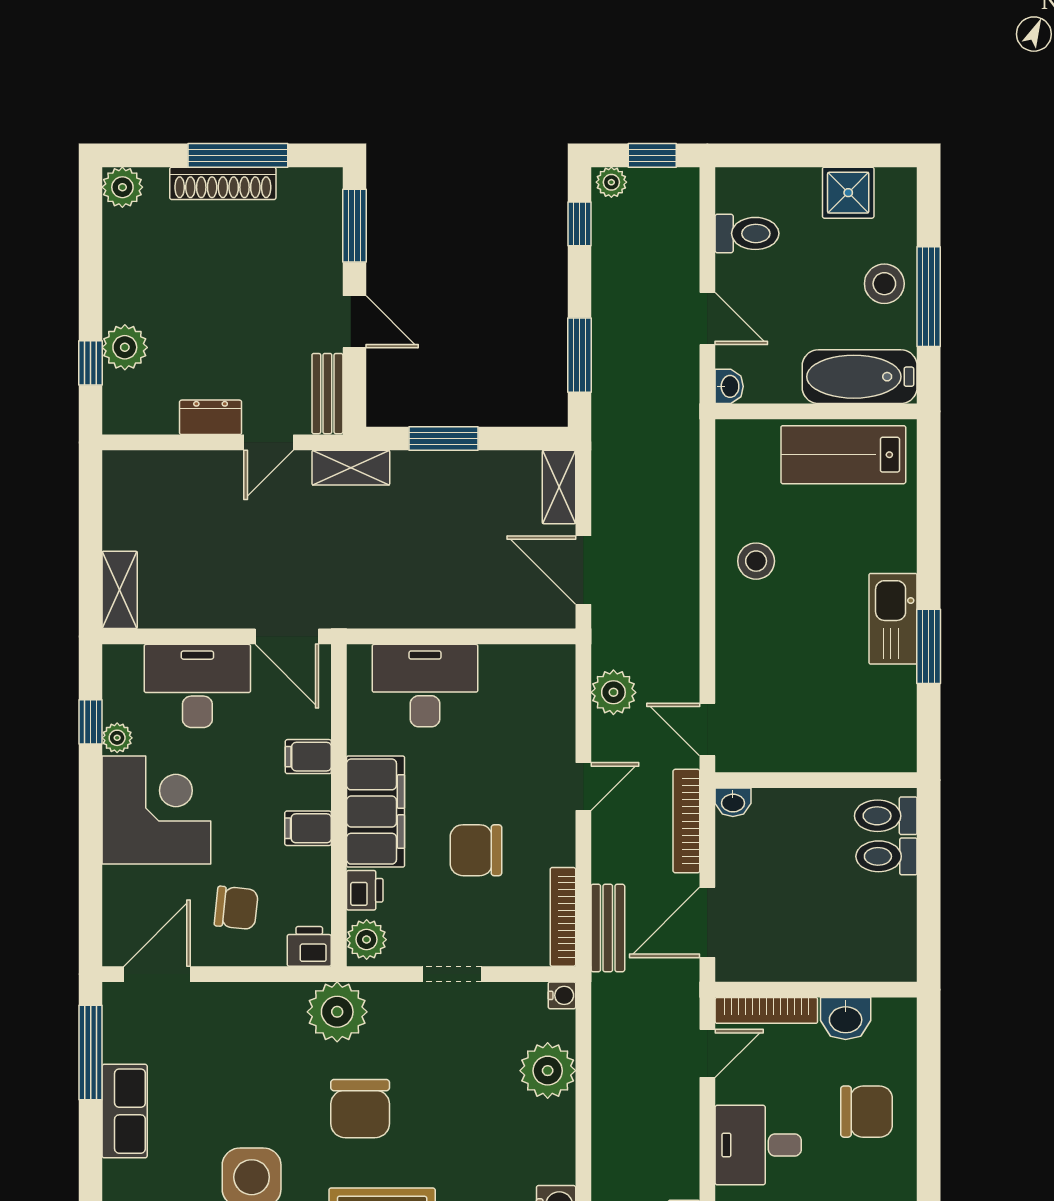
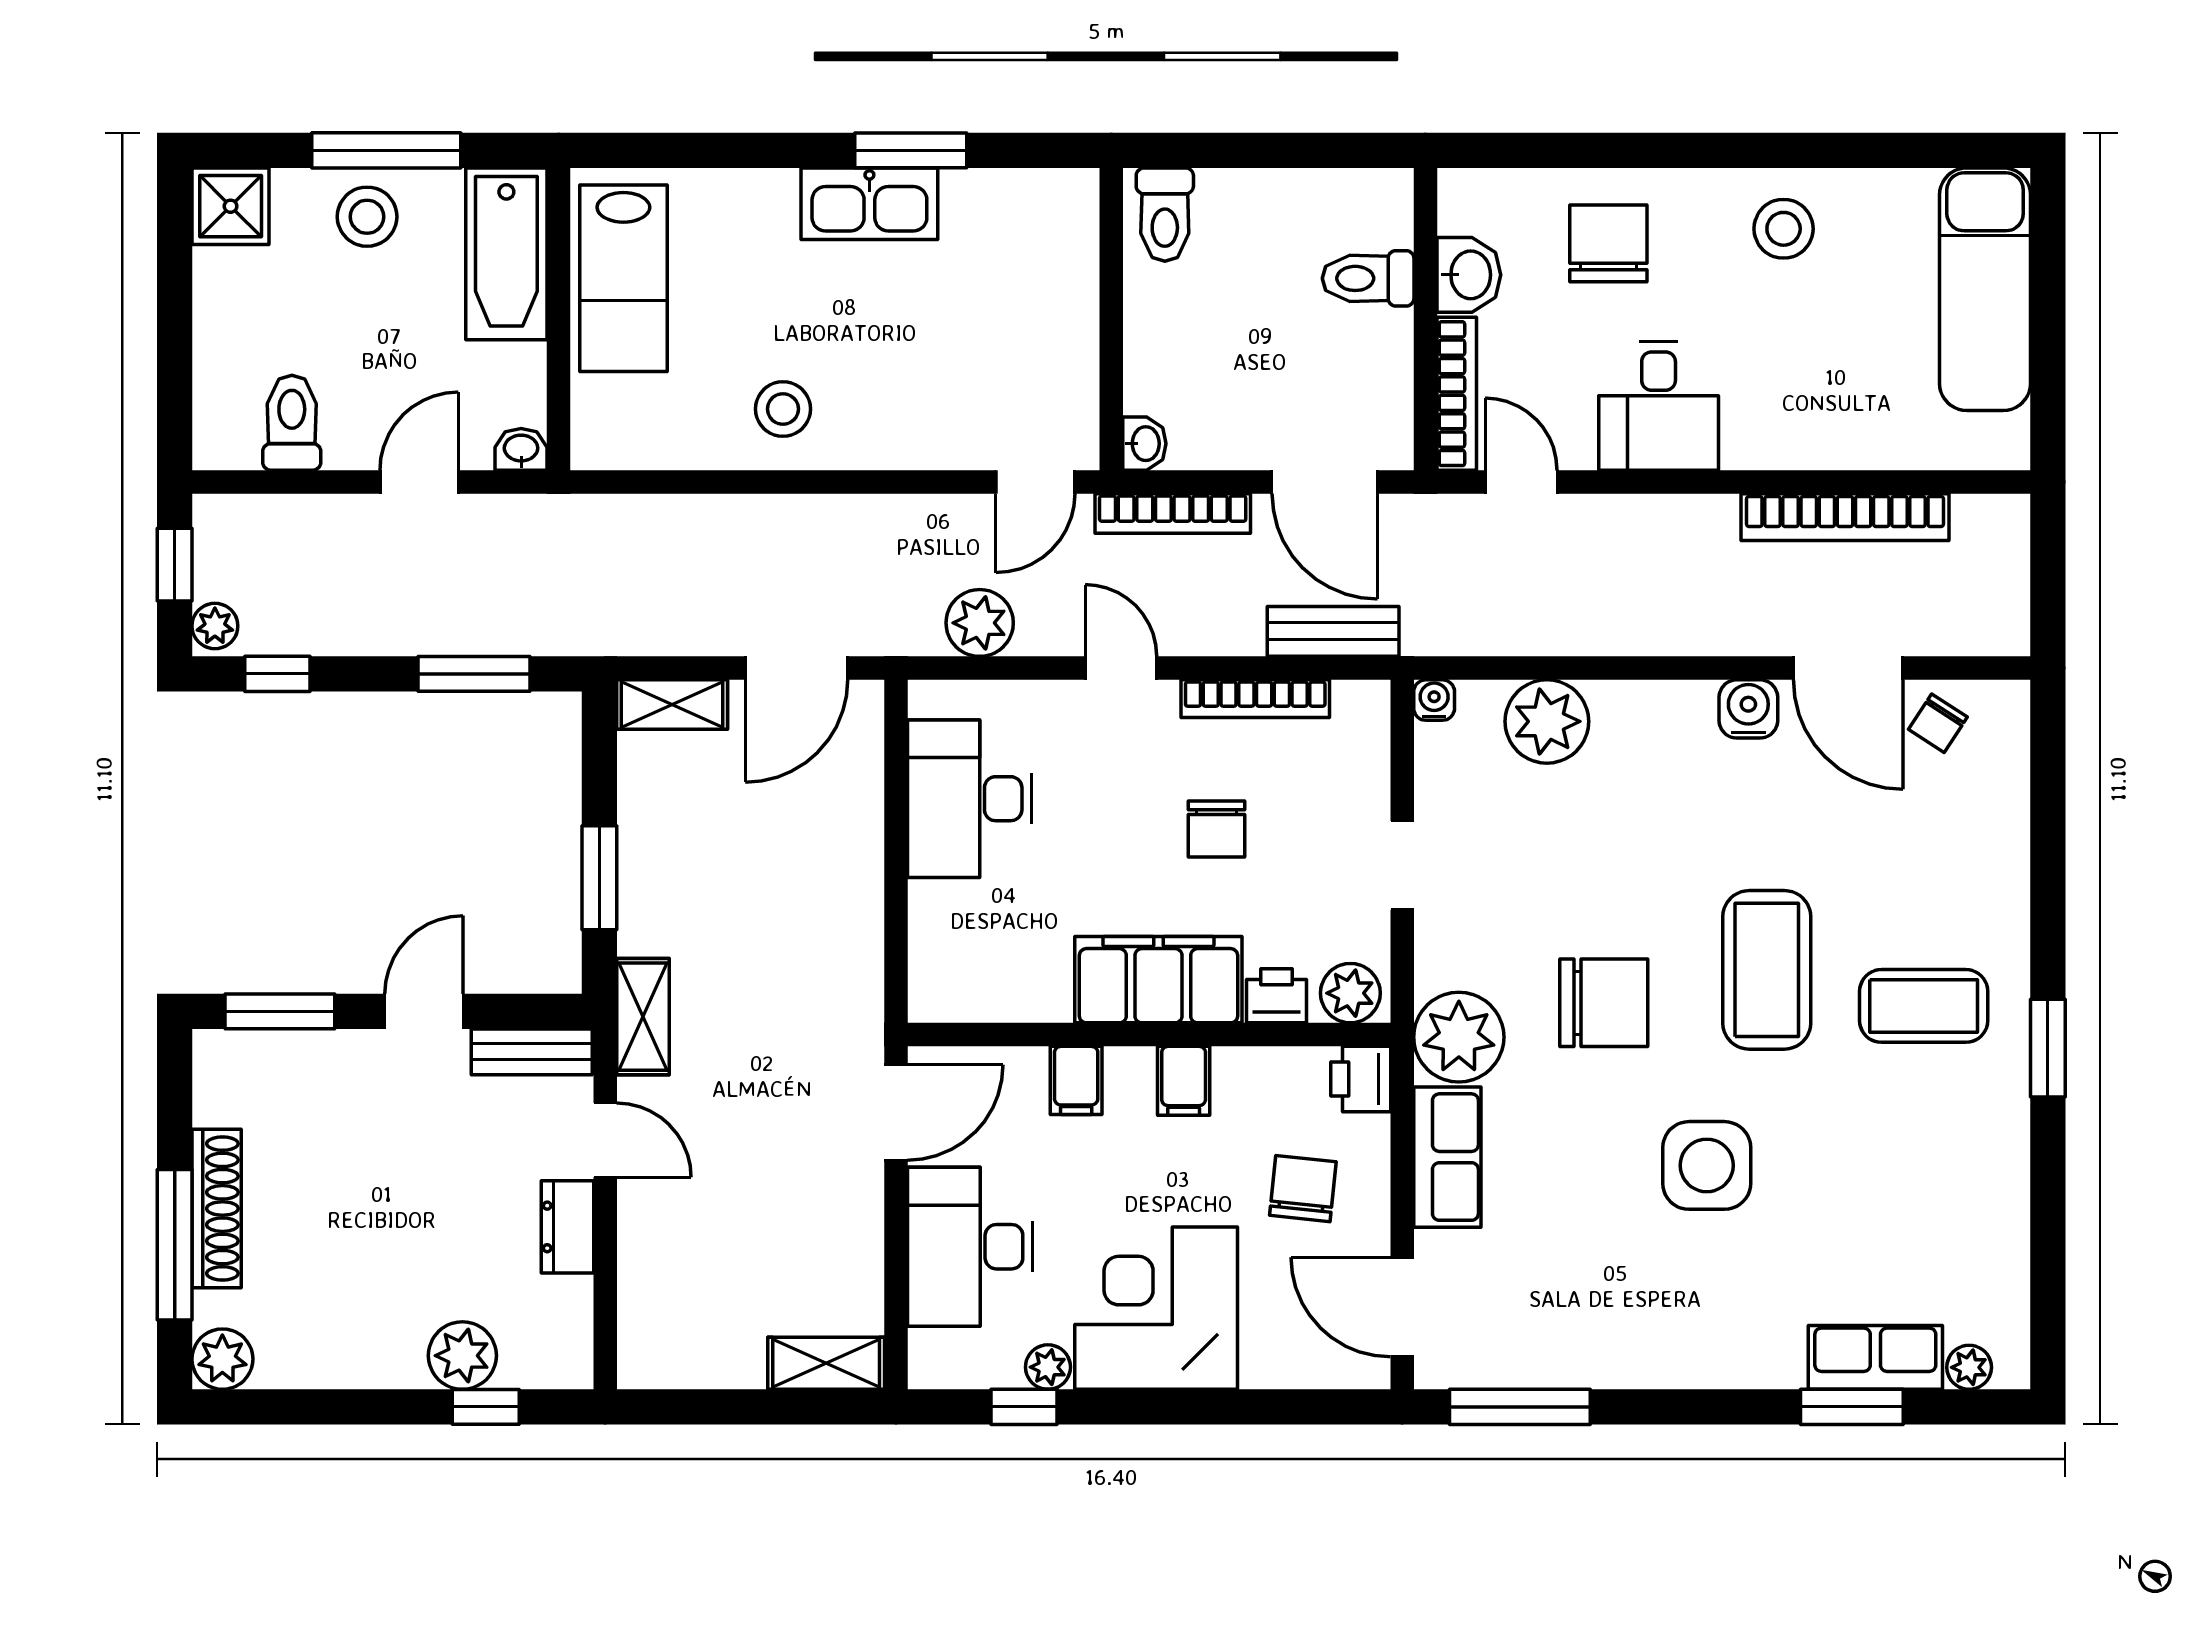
window: (238, 155) -> (175, 1245), moved
shower: (848, 193) -> (231, 206), moved
desk: (425, 686) -> (970, 799), moved
chair: (476, 850) -> (1217, 829), width x0.73, depth x0.73
toilet: (886, 856) -> (1368, 278), moved, turned 90
bookcase: (563, 917) -> (1255, 699), moved
row of seats: (125, 1111) -> (1447, 1157), moved, turned 90

